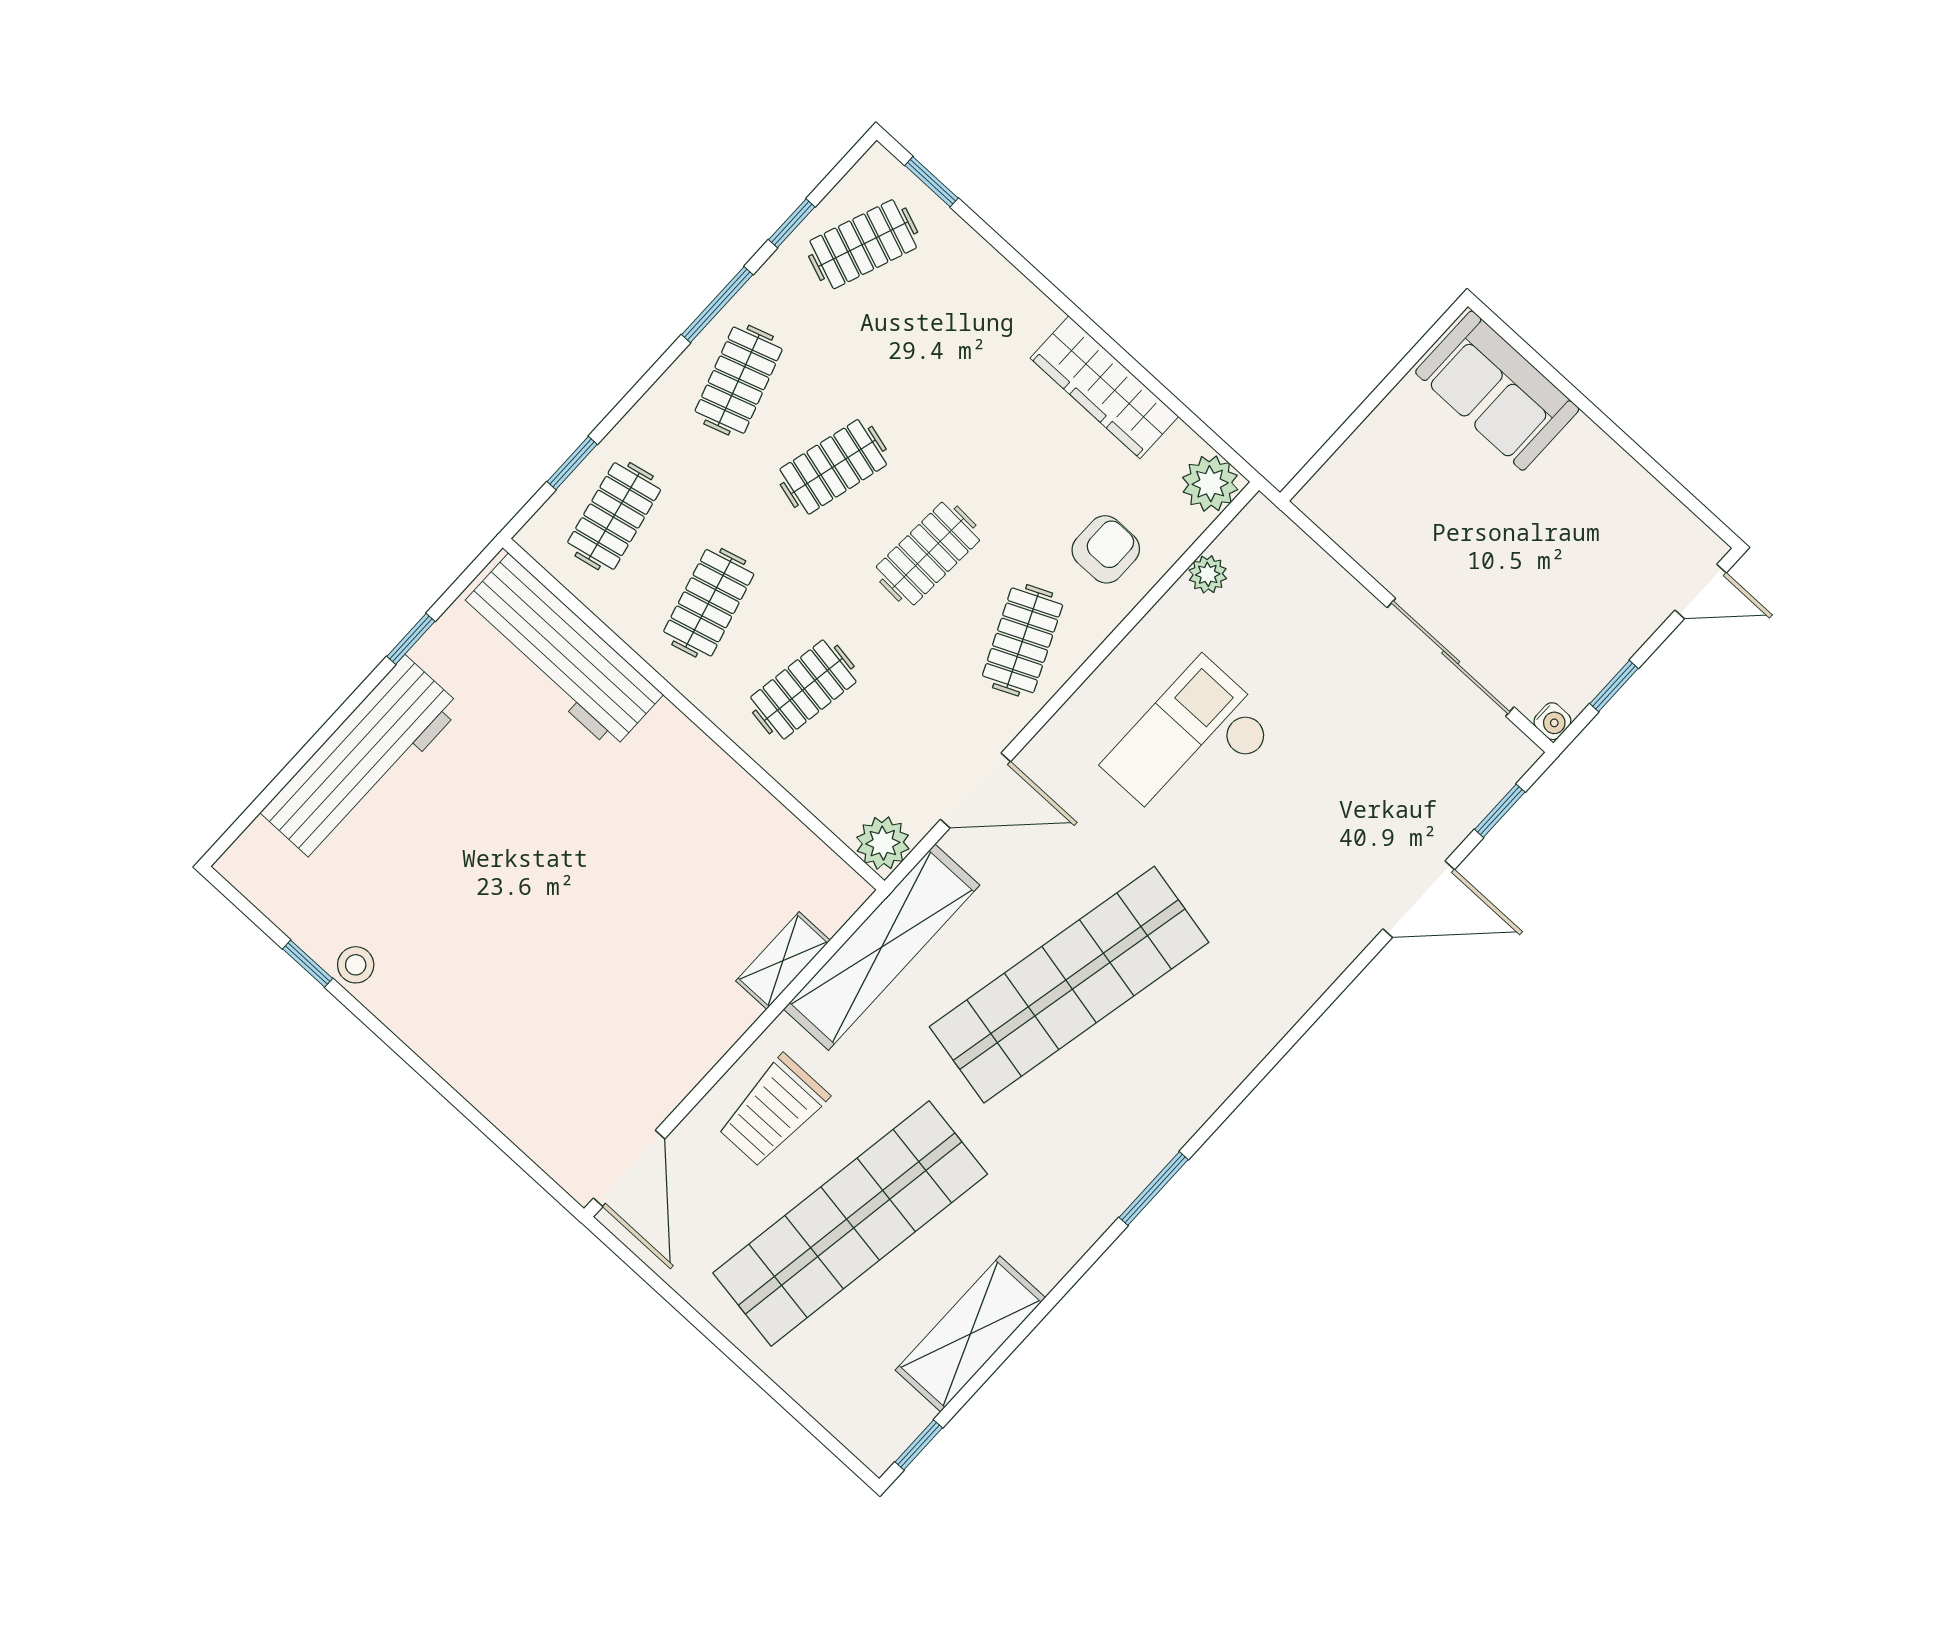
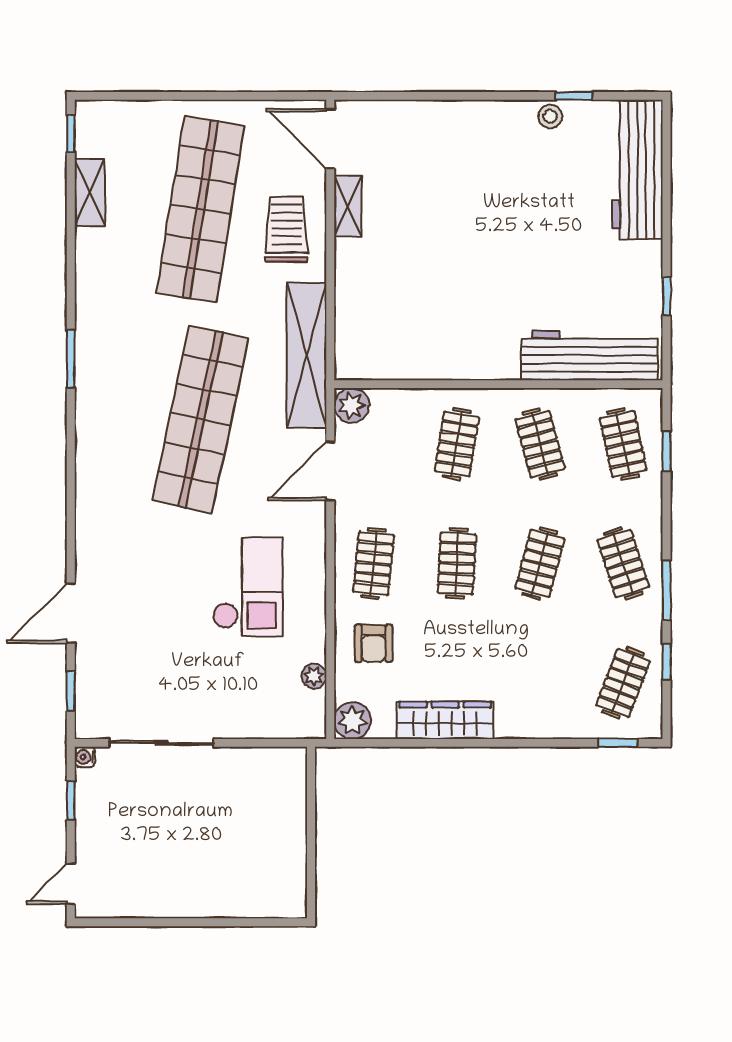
sofa: (1497, 391) -> (256, 891), removed
clothes rail: (1023, 640) -> (374, 563), turned 30
workbench: (361, 760) -> (637, 169), moved
shelving: (783, 961) -> (348, 206), moved
shelving: (970, 1334) -> (90, 192), width x0.67, depth x0.75

